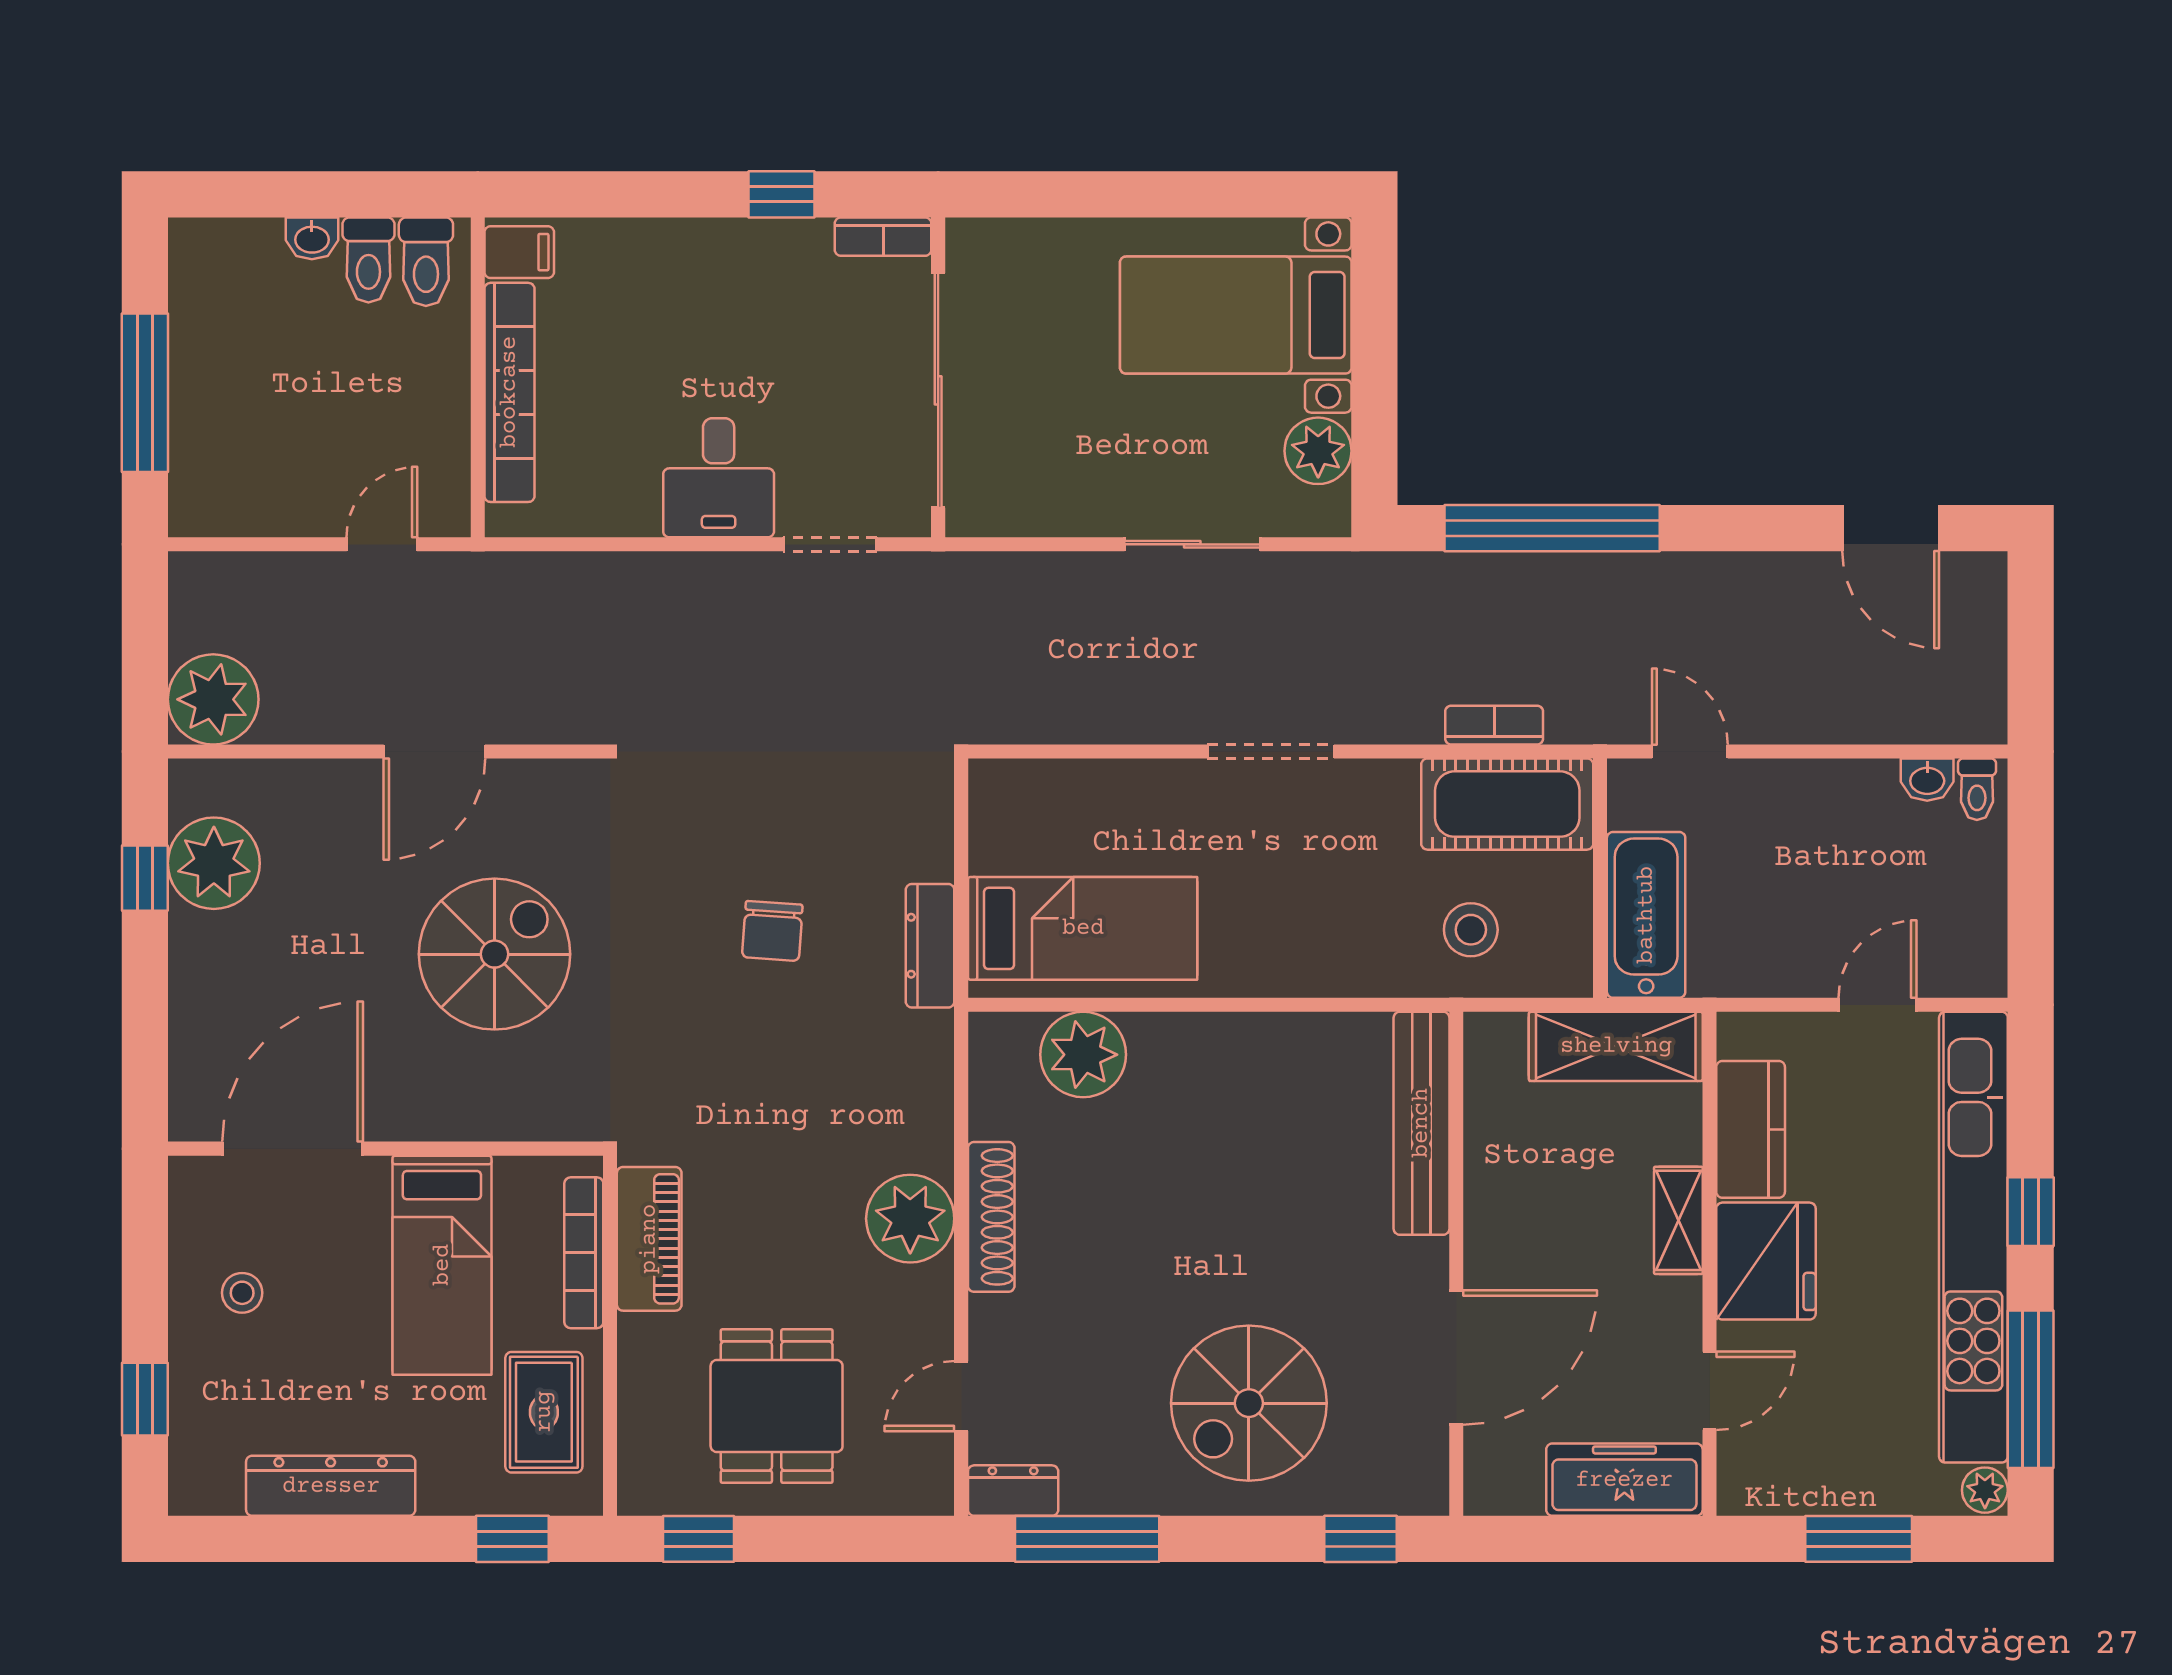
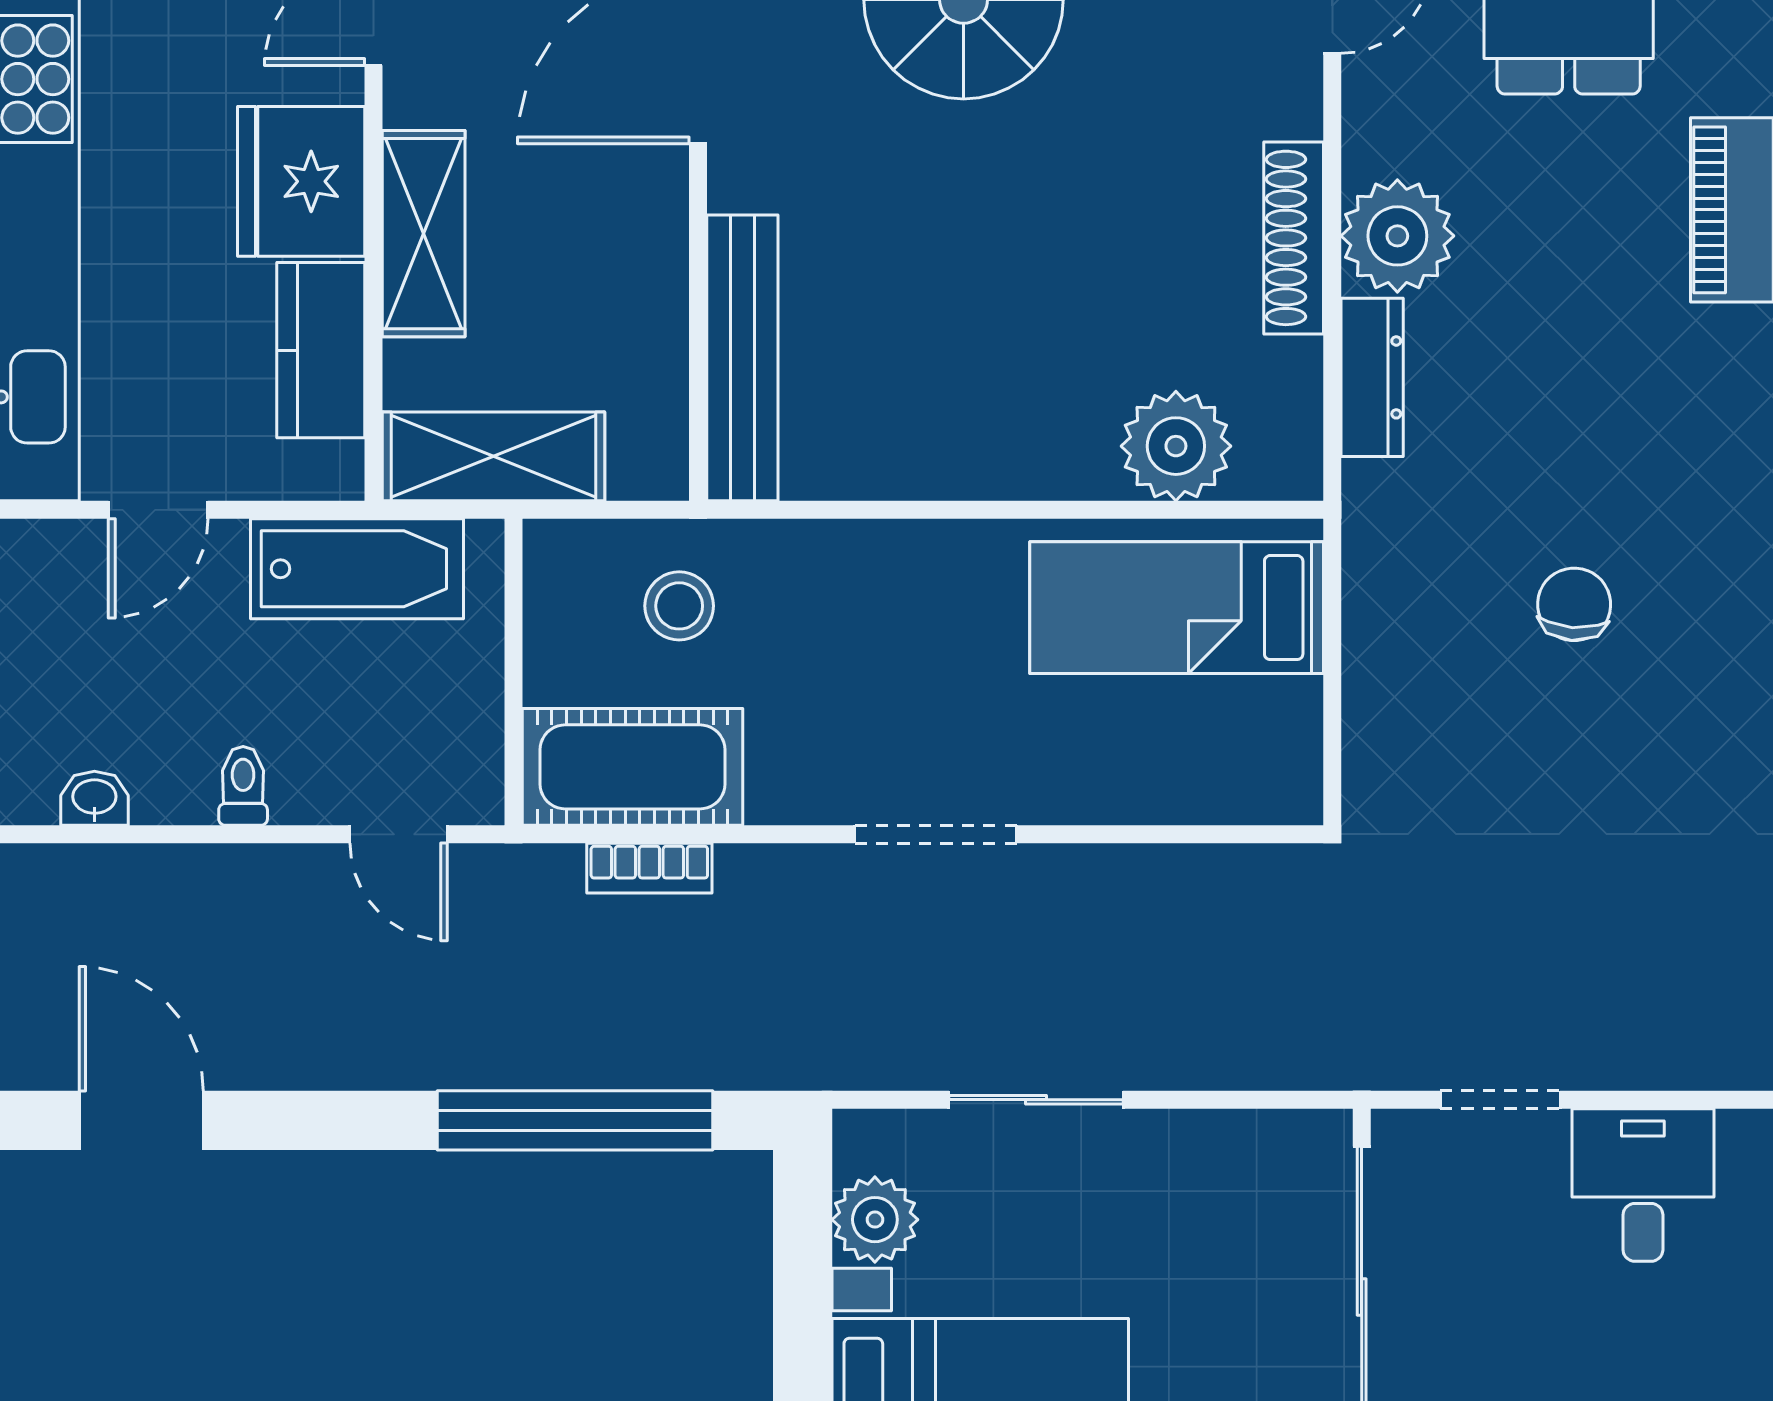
toilet: (1977, 789) -> (243, 786), moved
bathtub: (1646, 915) -> (357, 569), moved, turned -90
dresser: (930, 946) -> (1372, 377), moved
shelving: (1678, 1220) -> (424, 234), width x1.50, depth x1.33

